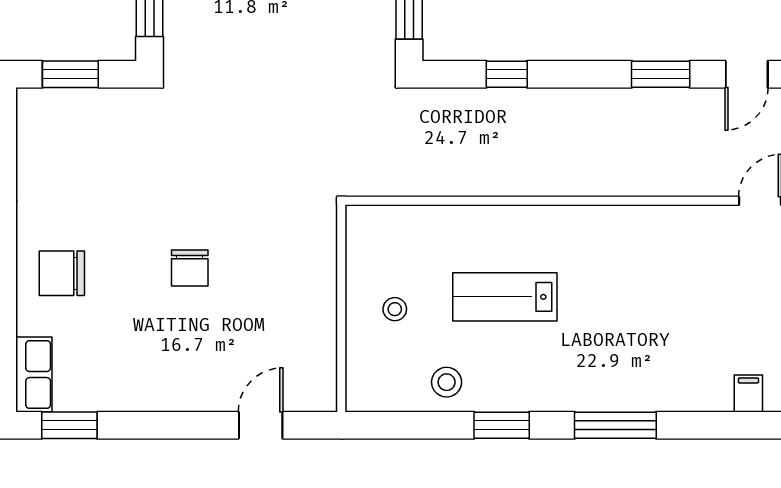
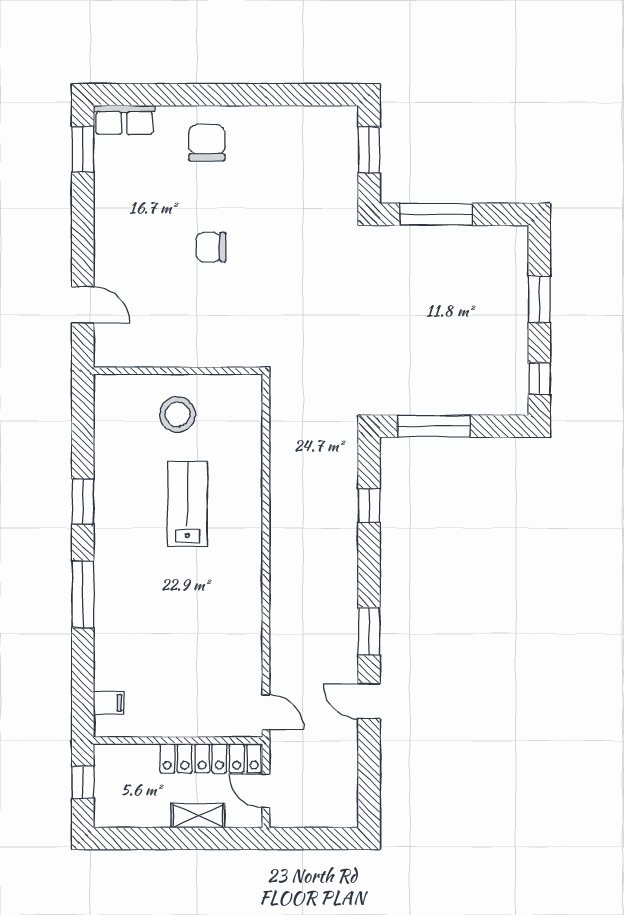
stool: (395, 309) -> (177, 414), width x1.89, depth x1.89
stool: (447, 382) -> (118, 457), removed

